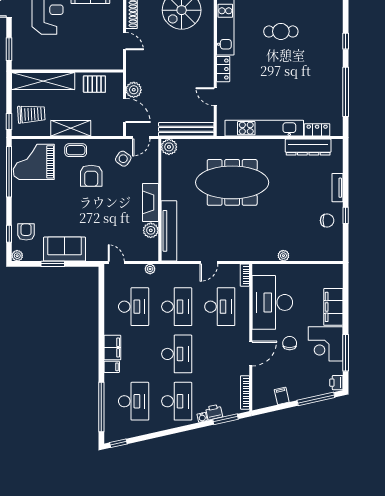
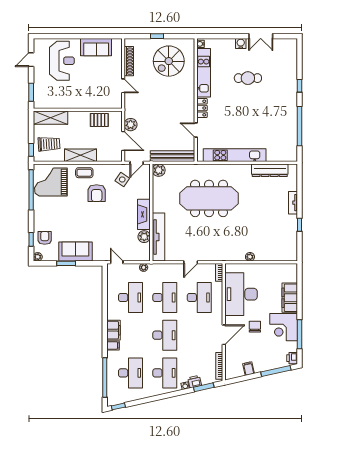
shelving: (43, 81) -> (50, 118), width x0.68
locker: (317, 130) -> (277, 157), removed
chair: (327, 220) -> (285, 229), removed

